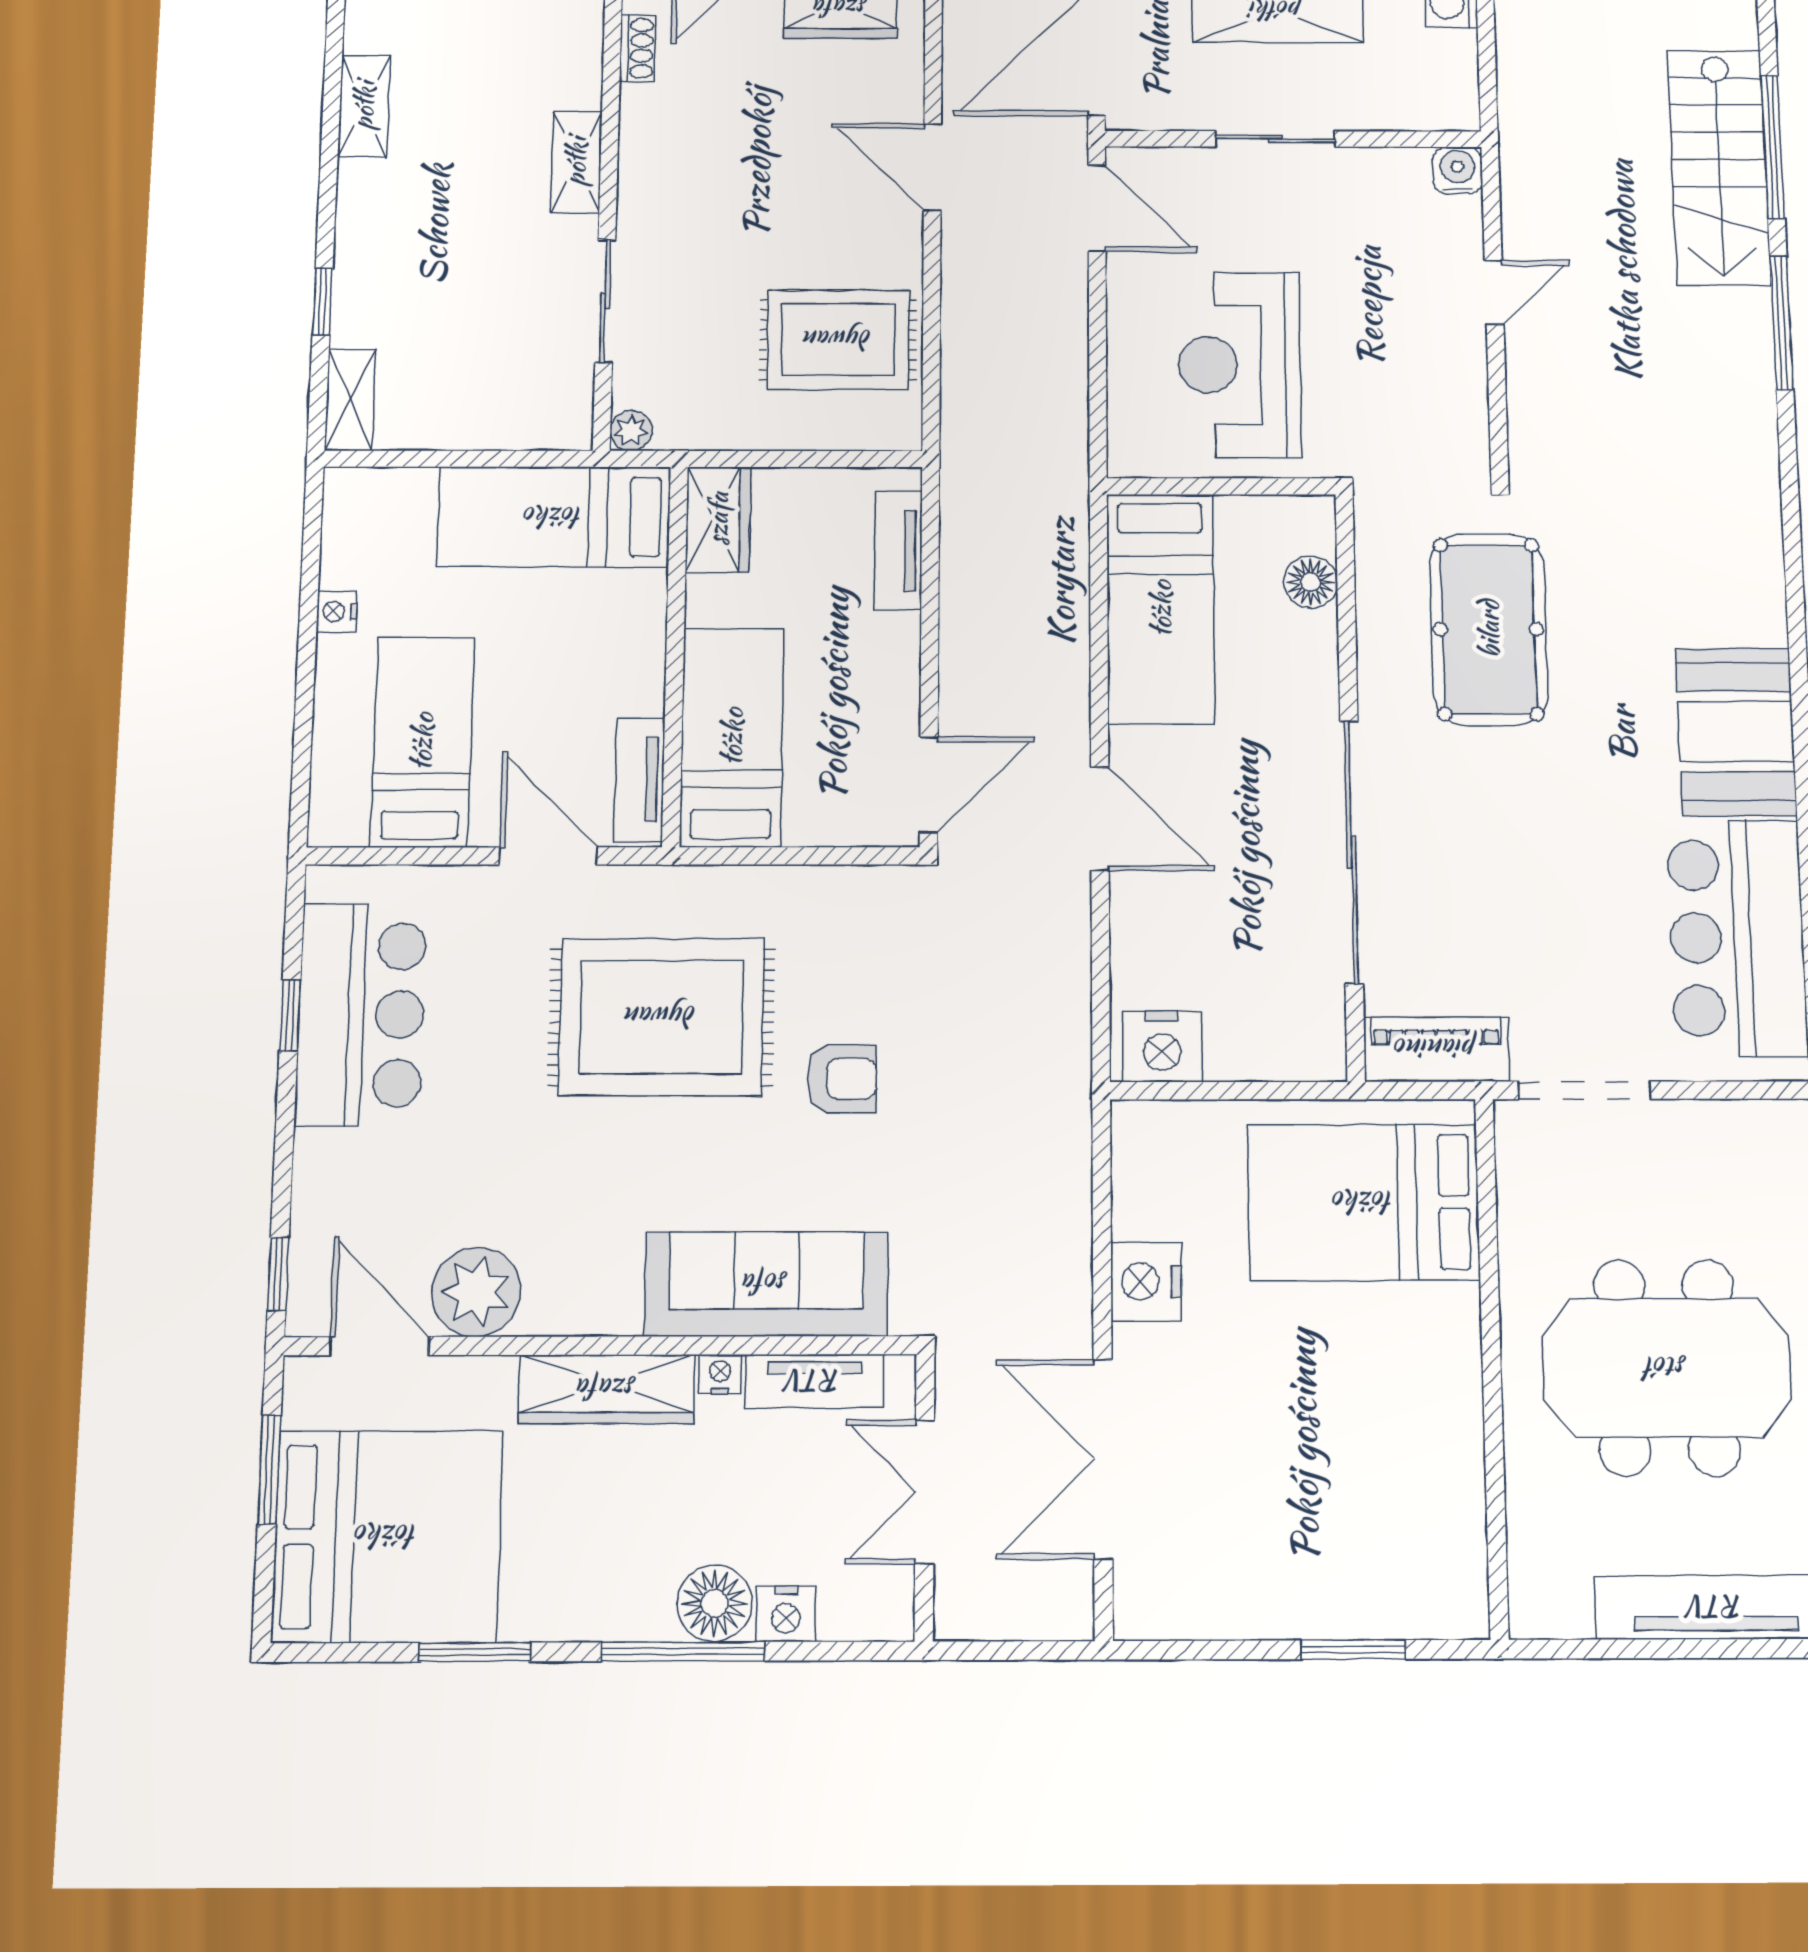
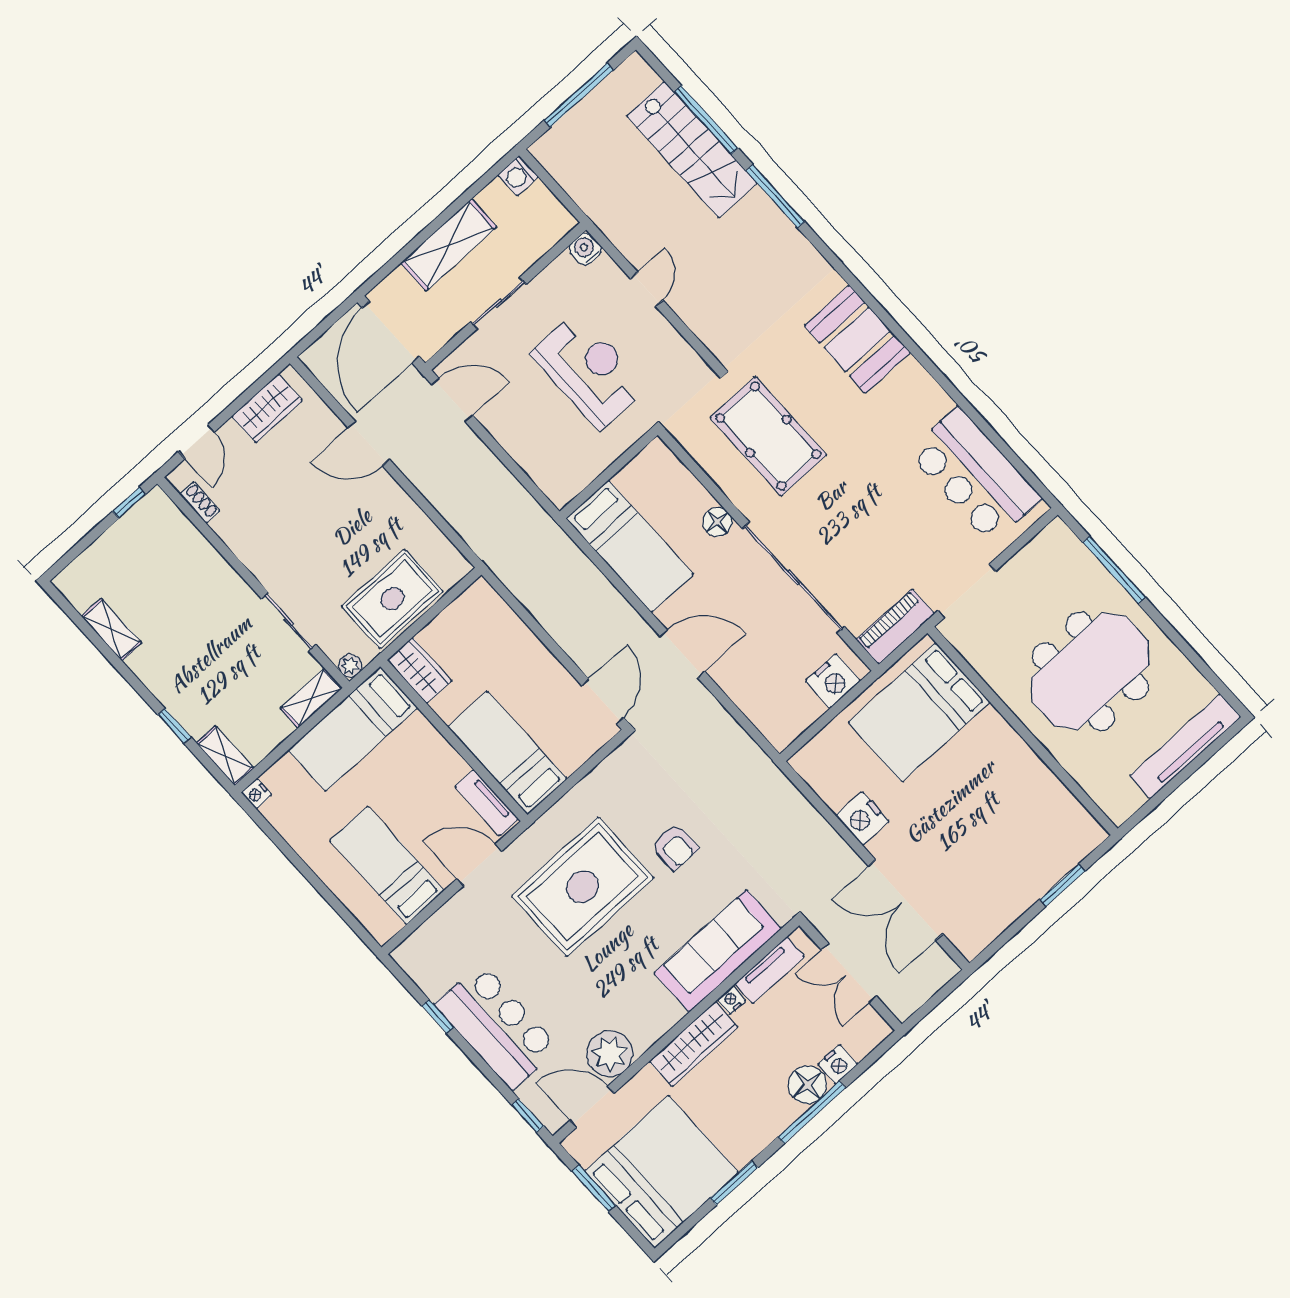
shelving: (576, 162) -> (311, 698), moved, turned 90
rug: (838, 340) -> (392, 599), moved
reception desk: (1239, 365) -> (589, 370), moved, turned 180
tv unit: (898, 551) -> (503, 618), removed
floor lamp: (1311, 582) -> (717, 522), moved
nightstand: (337, 611) -> (256, 794), moved
booth: (1736, 732) -> (857, 339), moved
bar counter: (361, 1015) -> (497, 1026), moved
nightstand: (1162, 1047) -> (833, 681), moved
armchair: (842, 1079) -> (675, 847), turned 90

